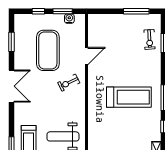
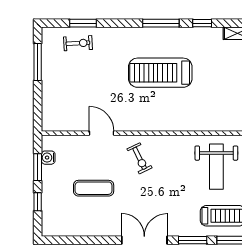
window: (11, 42) -> (193, 240), moved
exercise mat: (48, 50) -> (94, 188), width x0.50, depth x0.69
treadmill: (129, 97) -> (160, 73), turned -90

